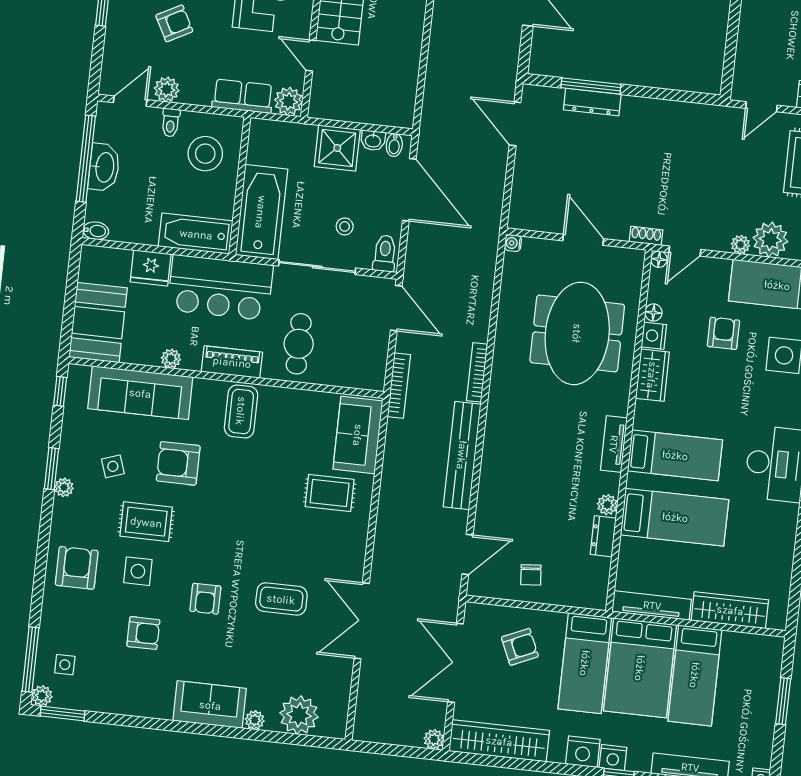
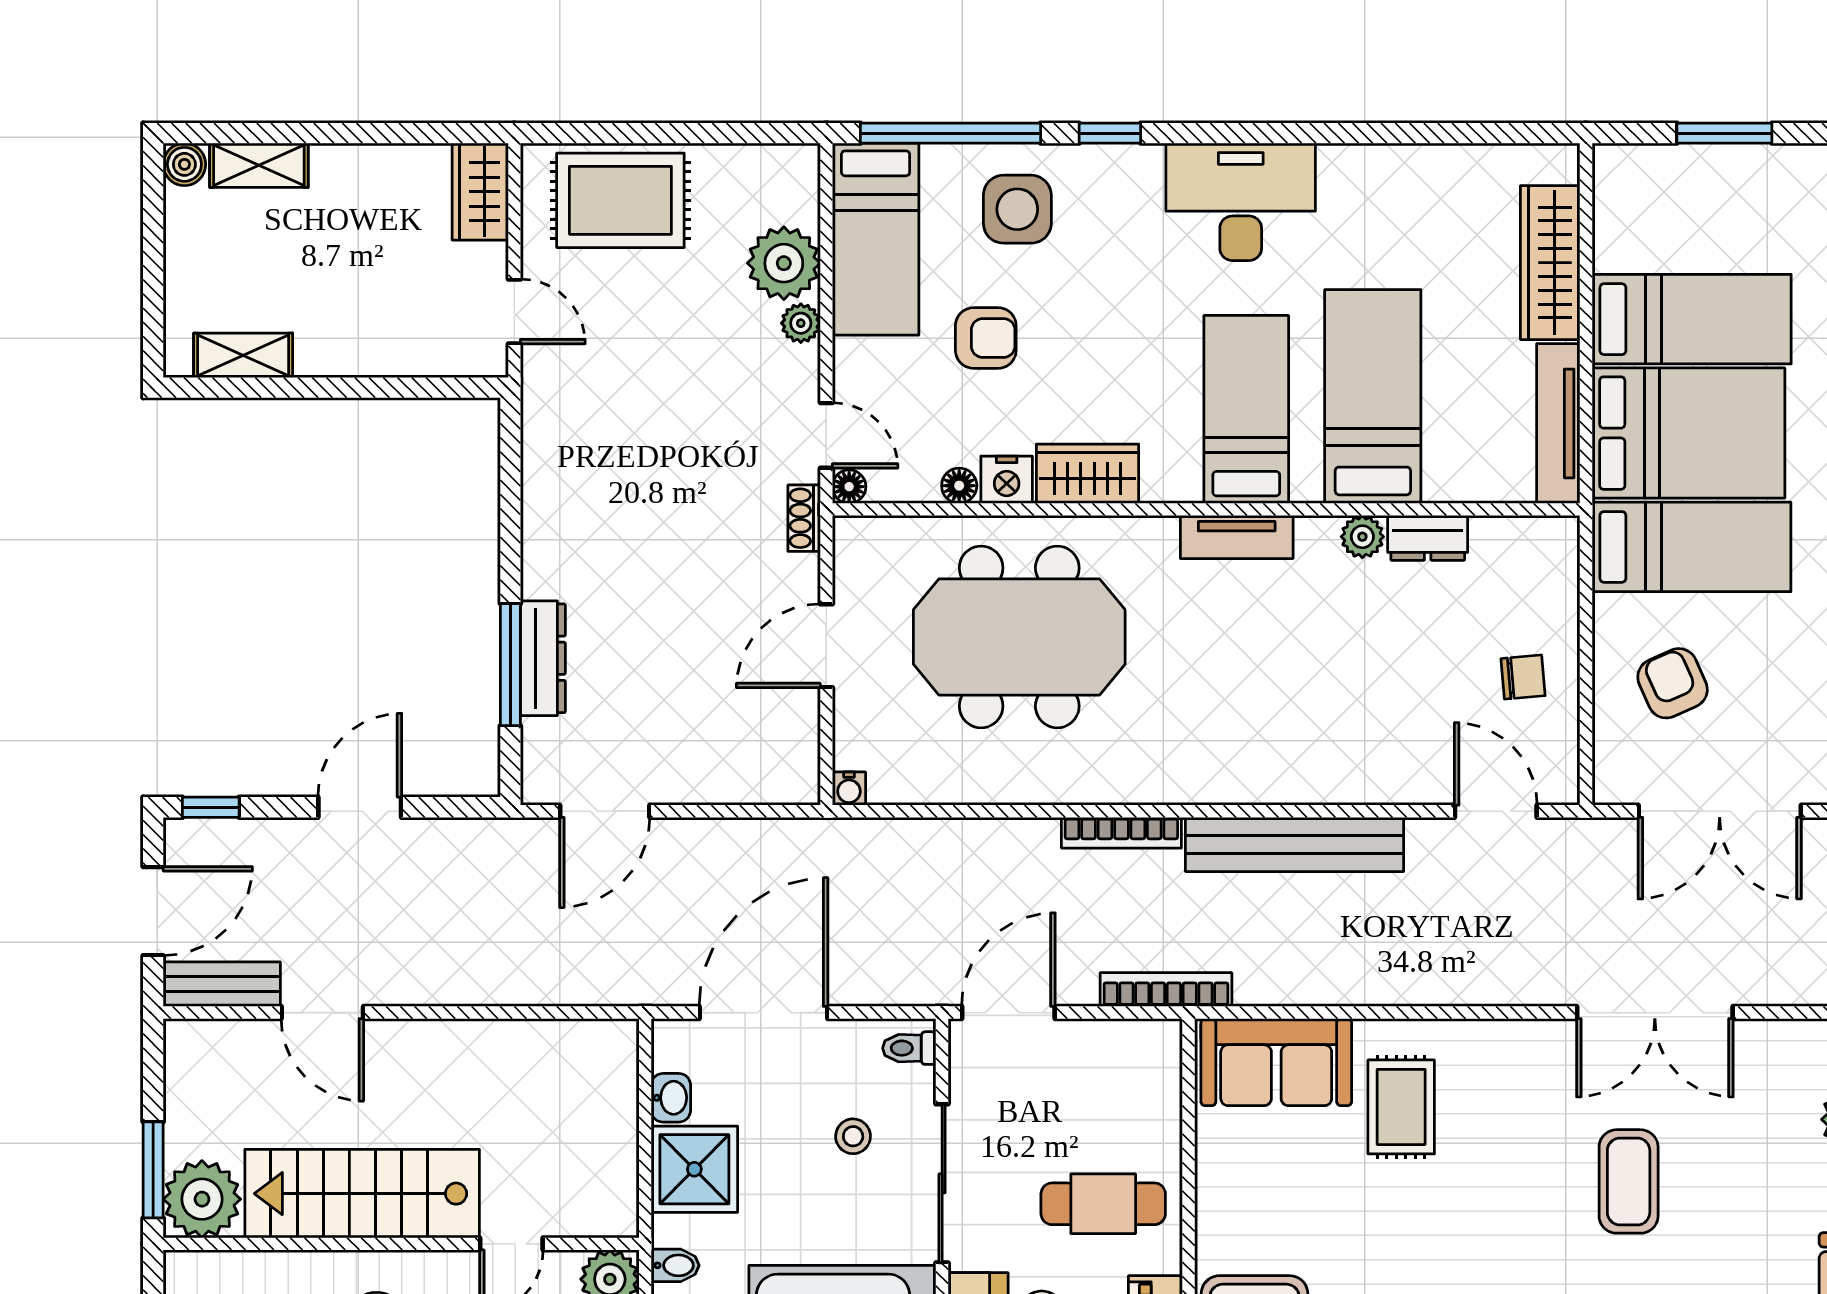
bidet: (394, 145) -> (675, 1265), moved
toilet: (385, 253) -> (909, 1048), width x0.73, depth x0.72
armchair: (723, 333) -> (986, 338), turned 180

